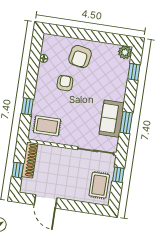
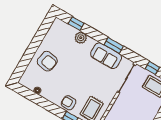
plant: (125, 52) -> (81, 38), moved
armchair: (65, 83) -> (69, 103), moved

